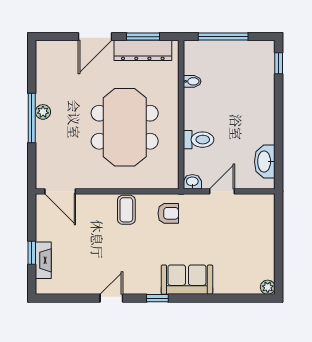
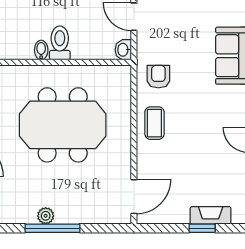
bidet: (192, 81) -> (41, 50), moved
toilet: (198, 140) -> (60, 43), moved
coffee table: (126, 210) -> (154, 123), turned 90

